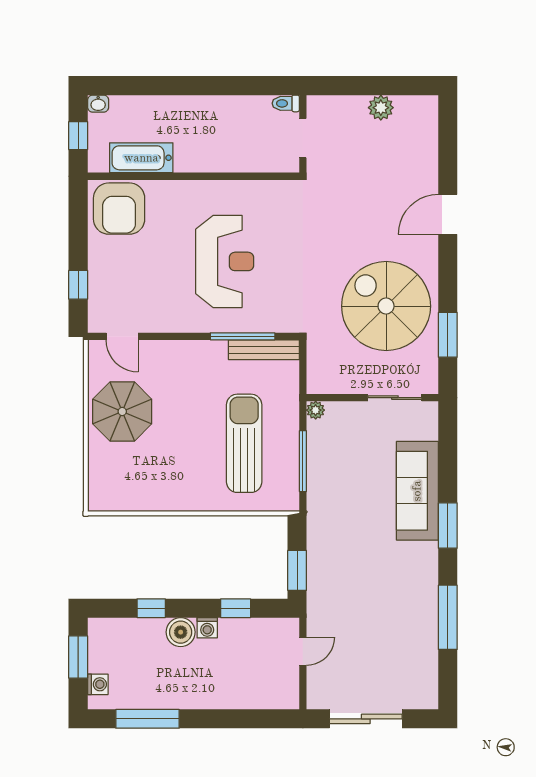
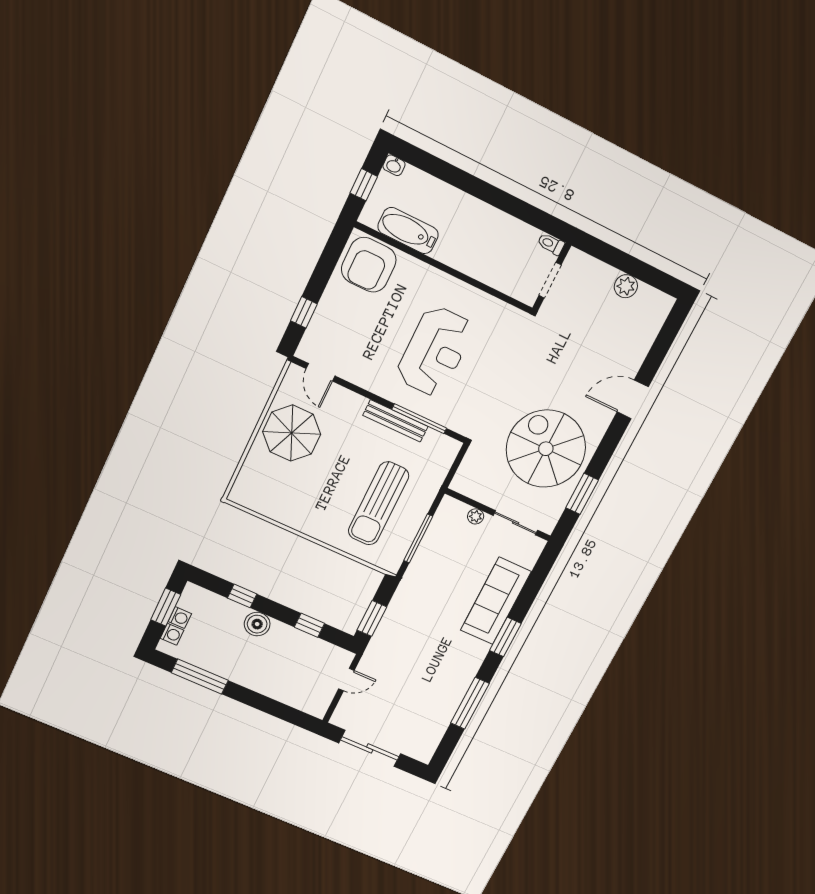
bench: (264, 350) -> (395, 421), moved
plant: (316, 410) -> (476, 516), moved
sun lounger: (244, 443) -> (378, 503), turned 180
washing machine: (207, 628) -> (180, 618), moved, turned -90

